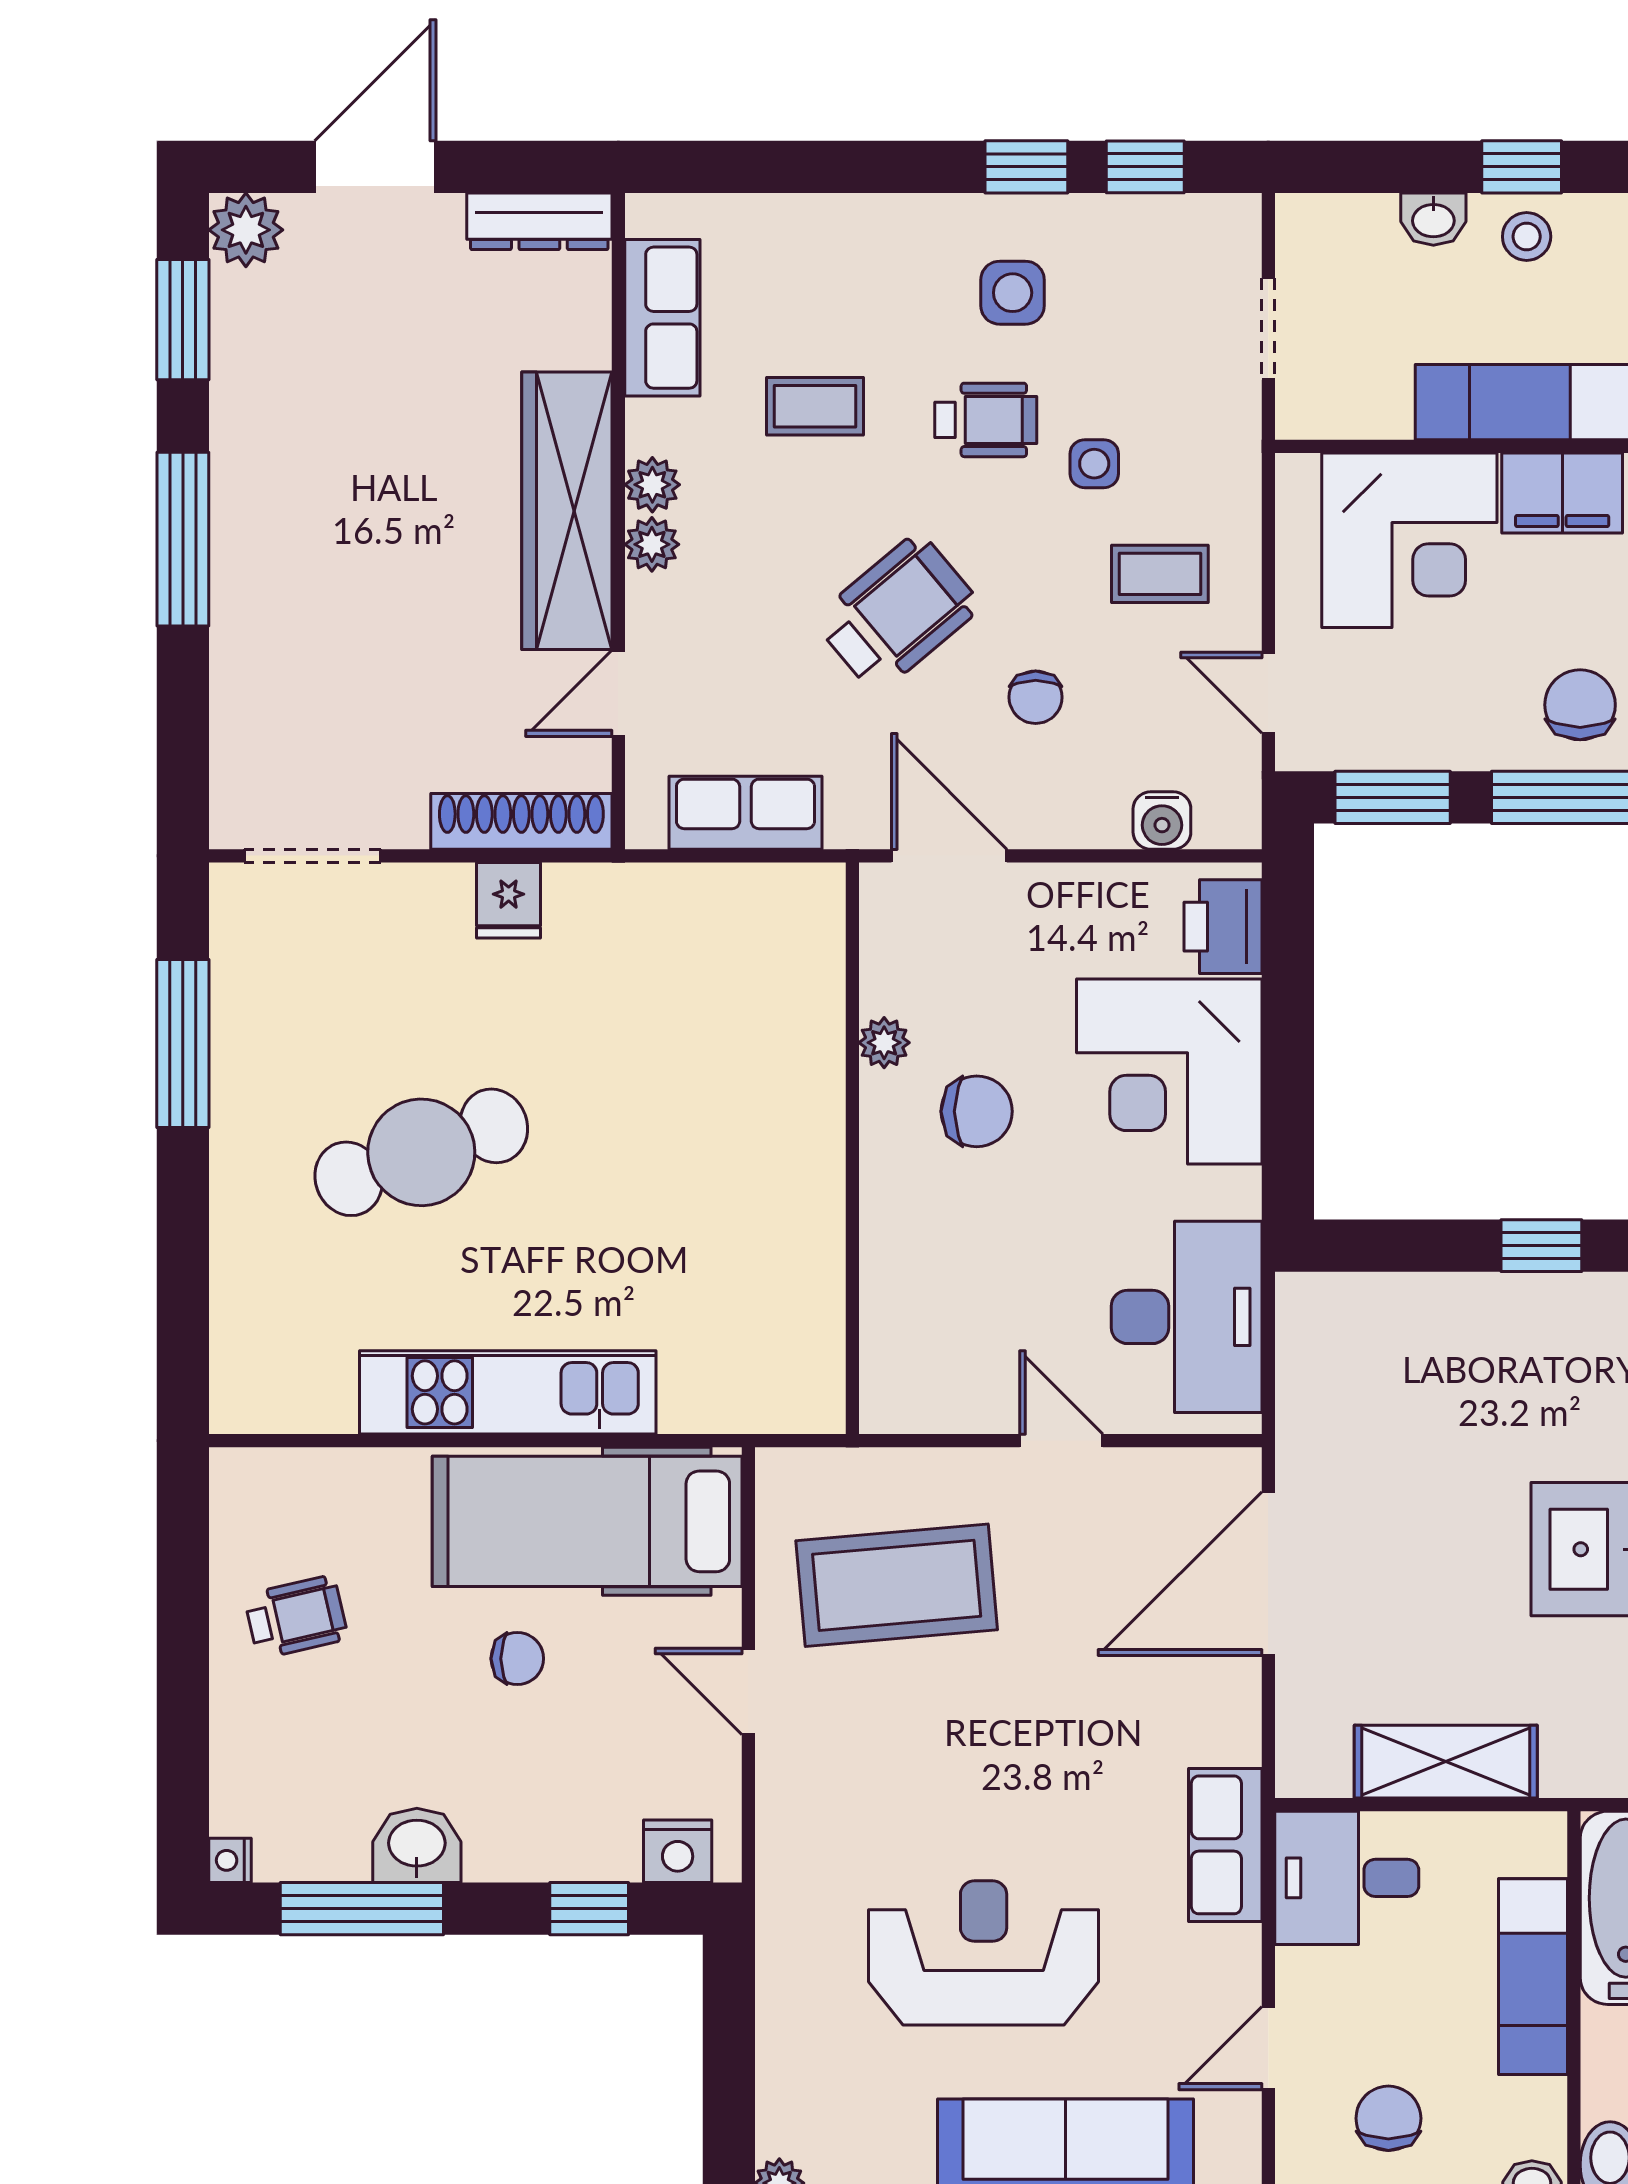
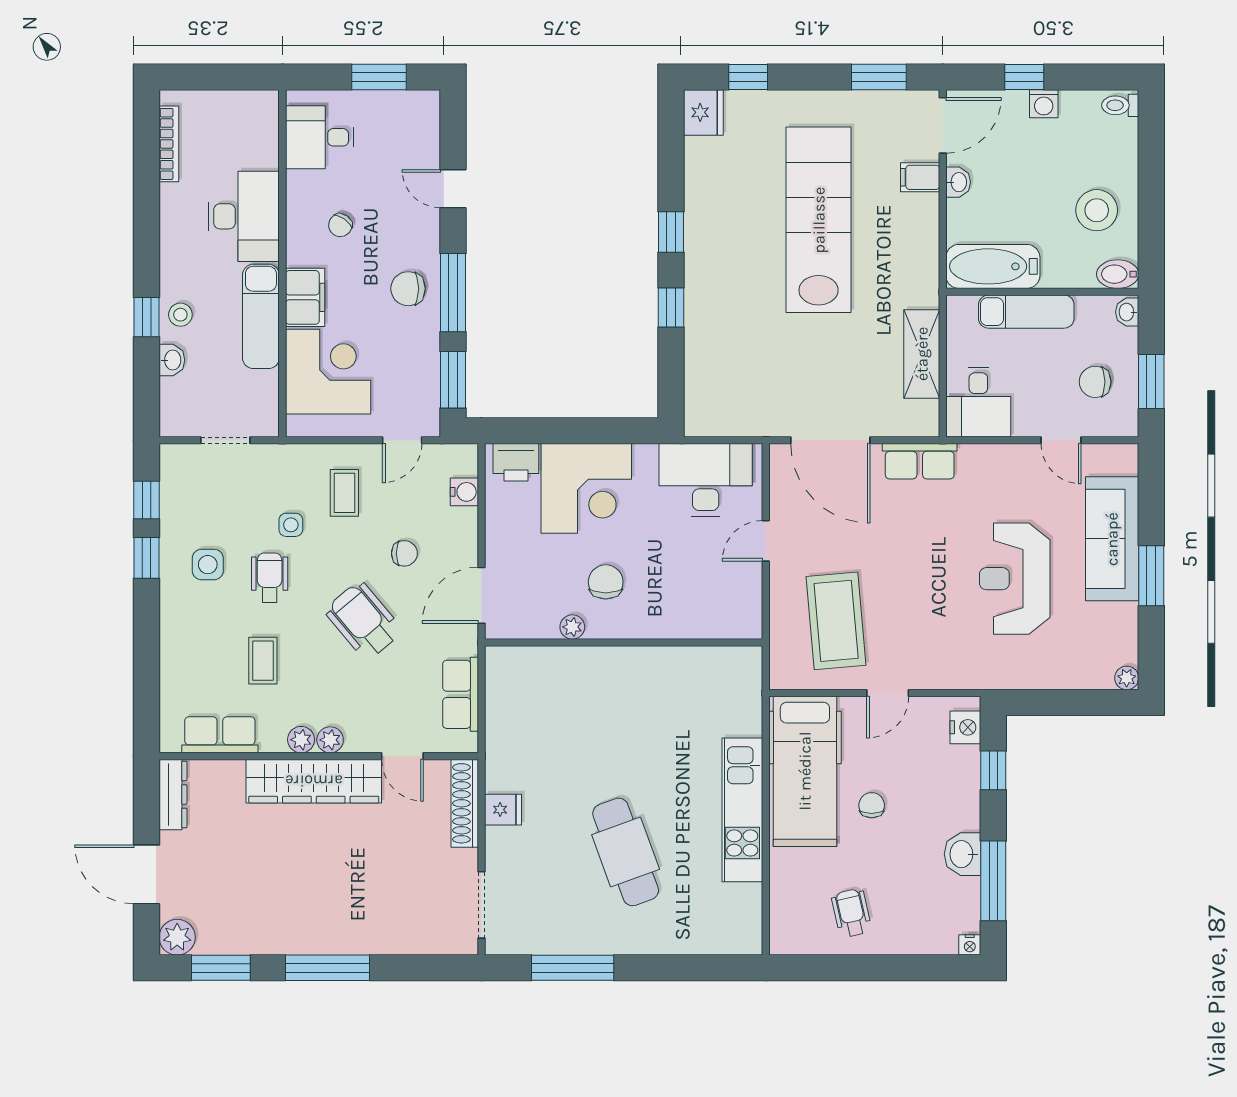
row of seats: (1225, 1845) -> (920, 461), moved

